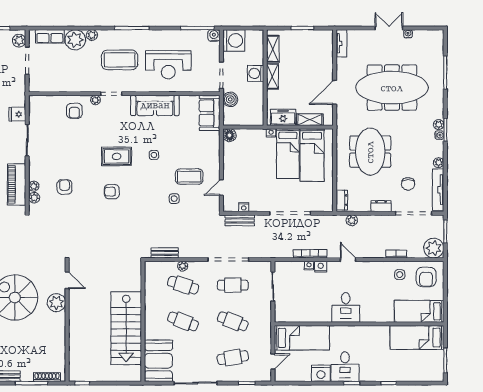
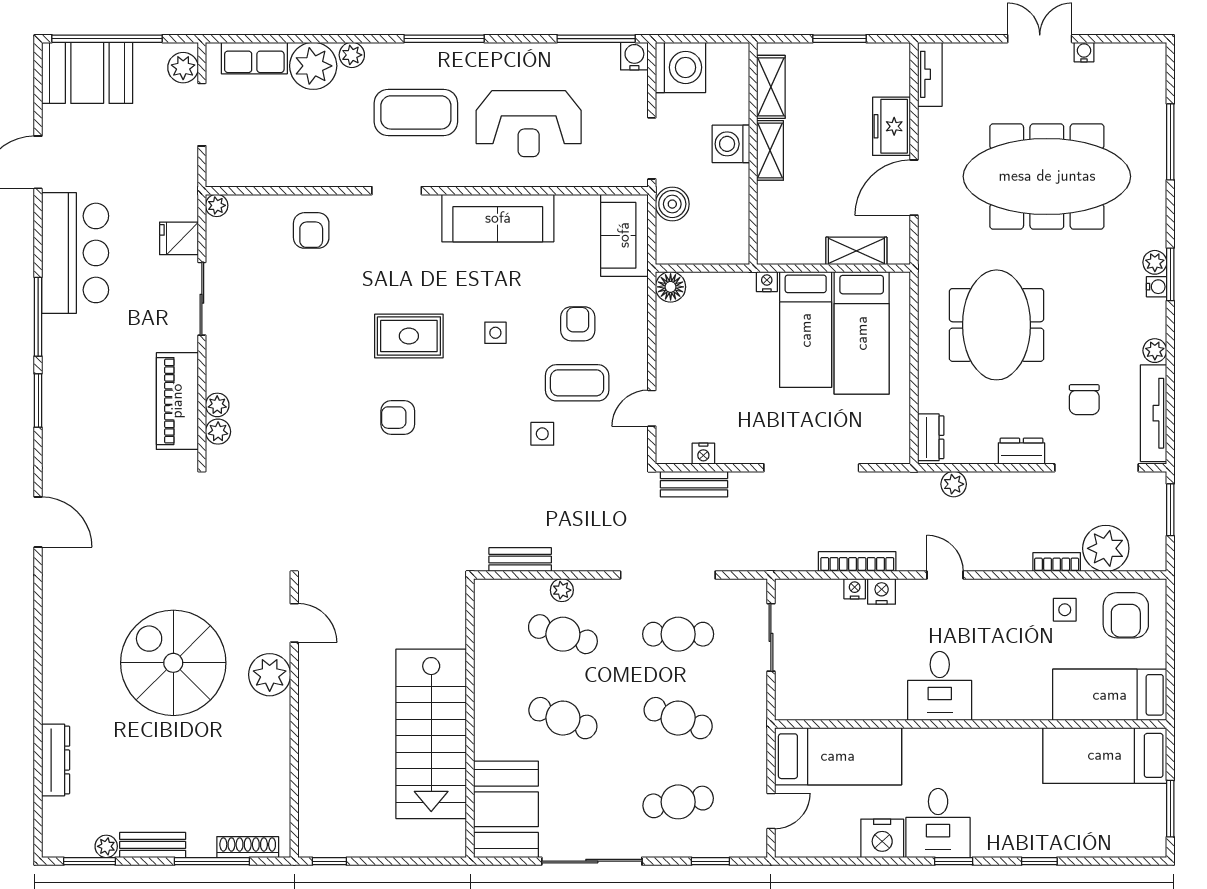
plant: (95, 100) -> (217, 205), moved
freezer: (283, 117) -> (891, 126), moved, turned -90
armchair: (65, 187) -> (578, 324), moved
plant: (434, 248) -> (1106, 548), moved

